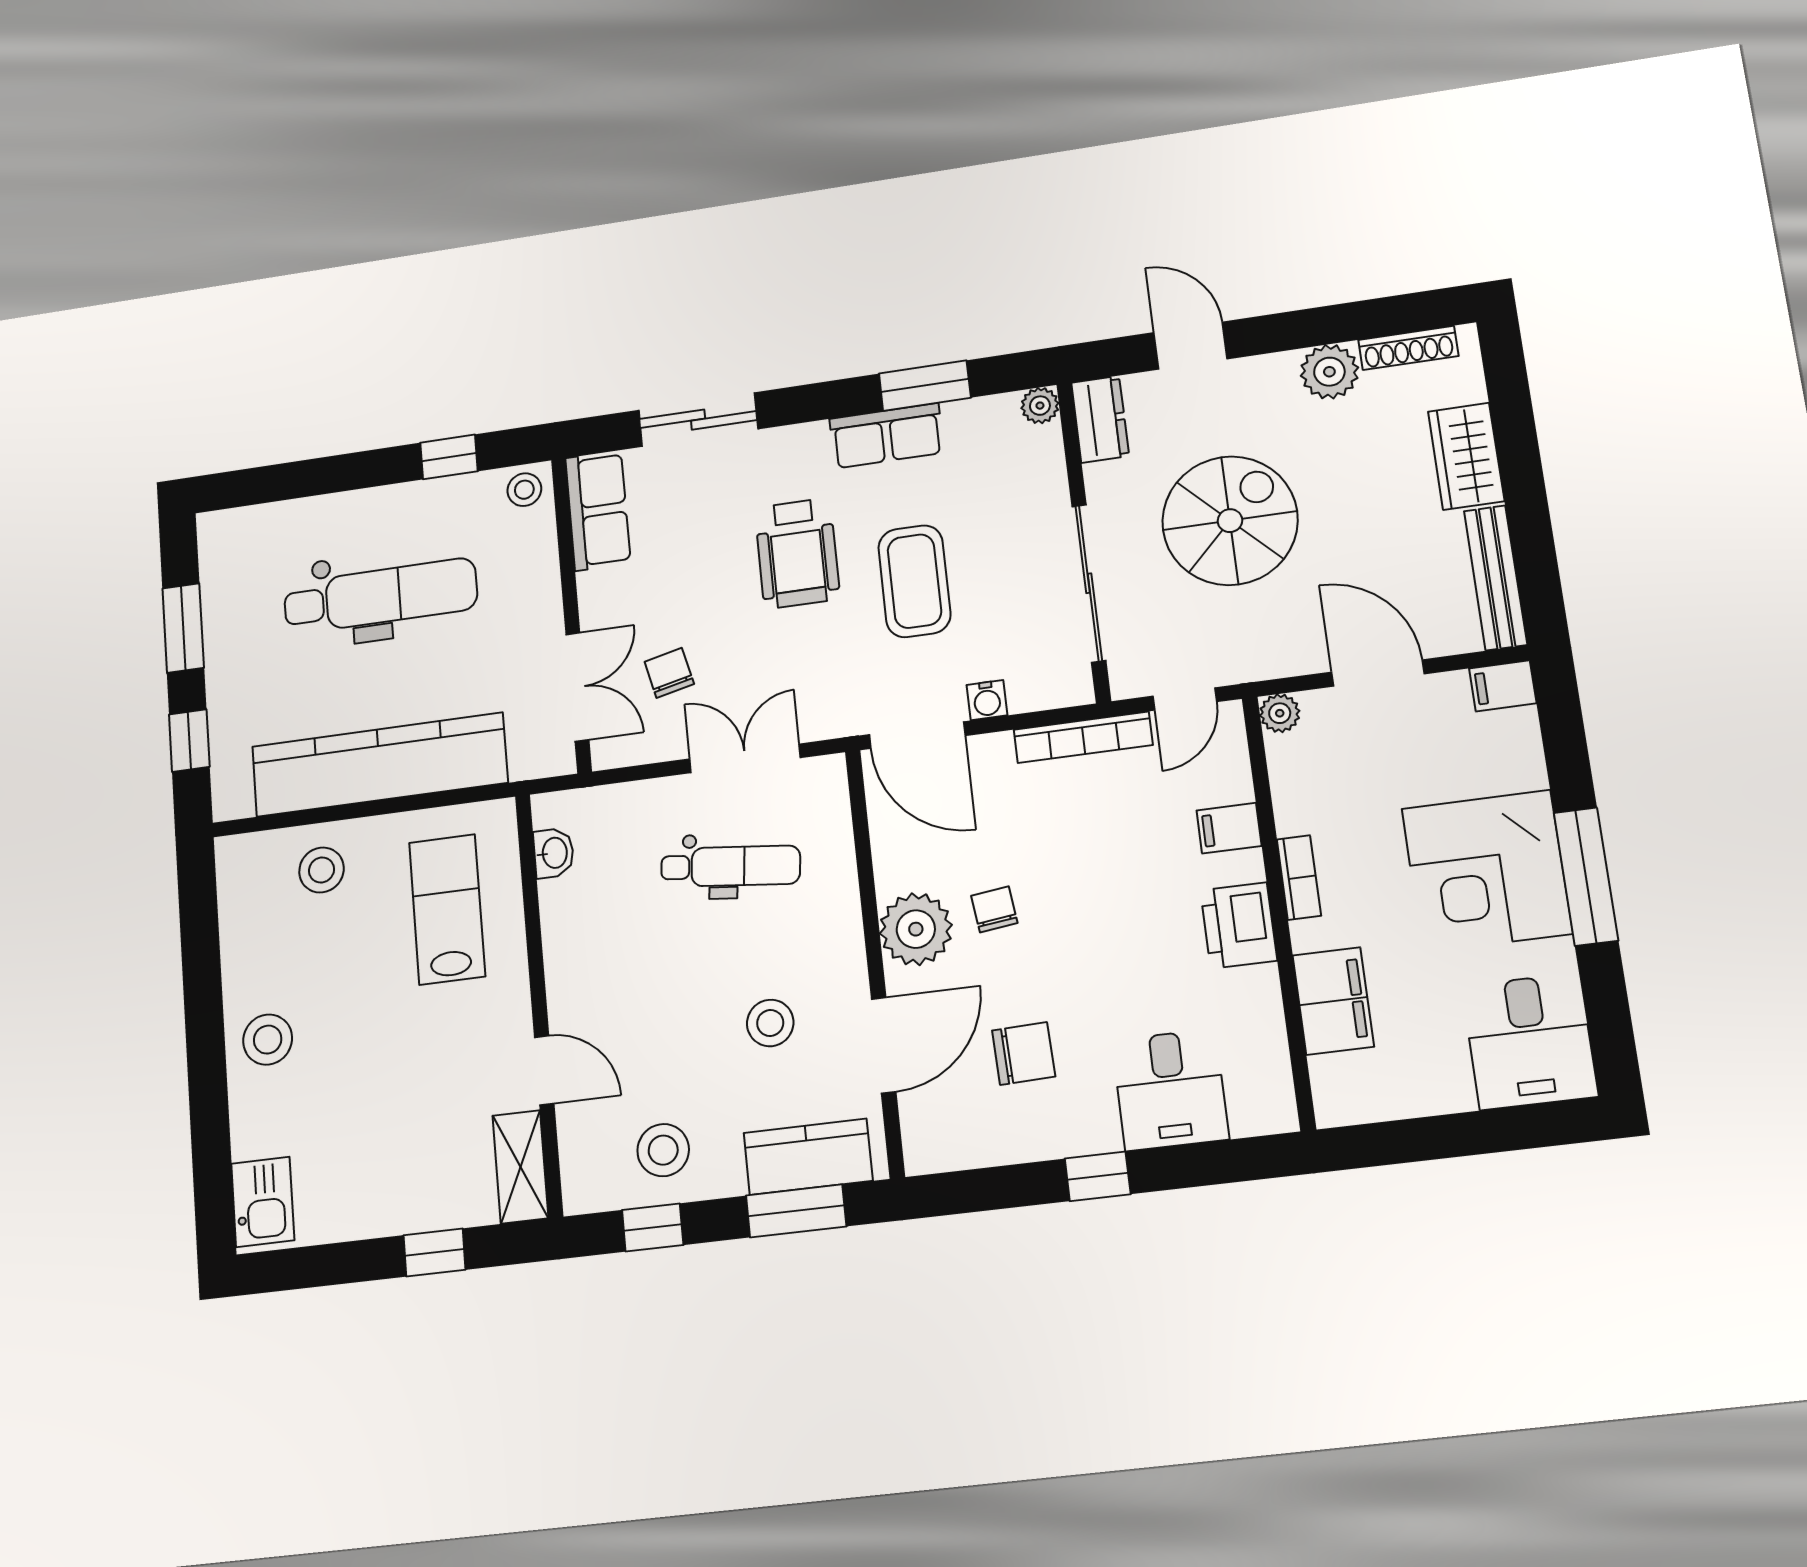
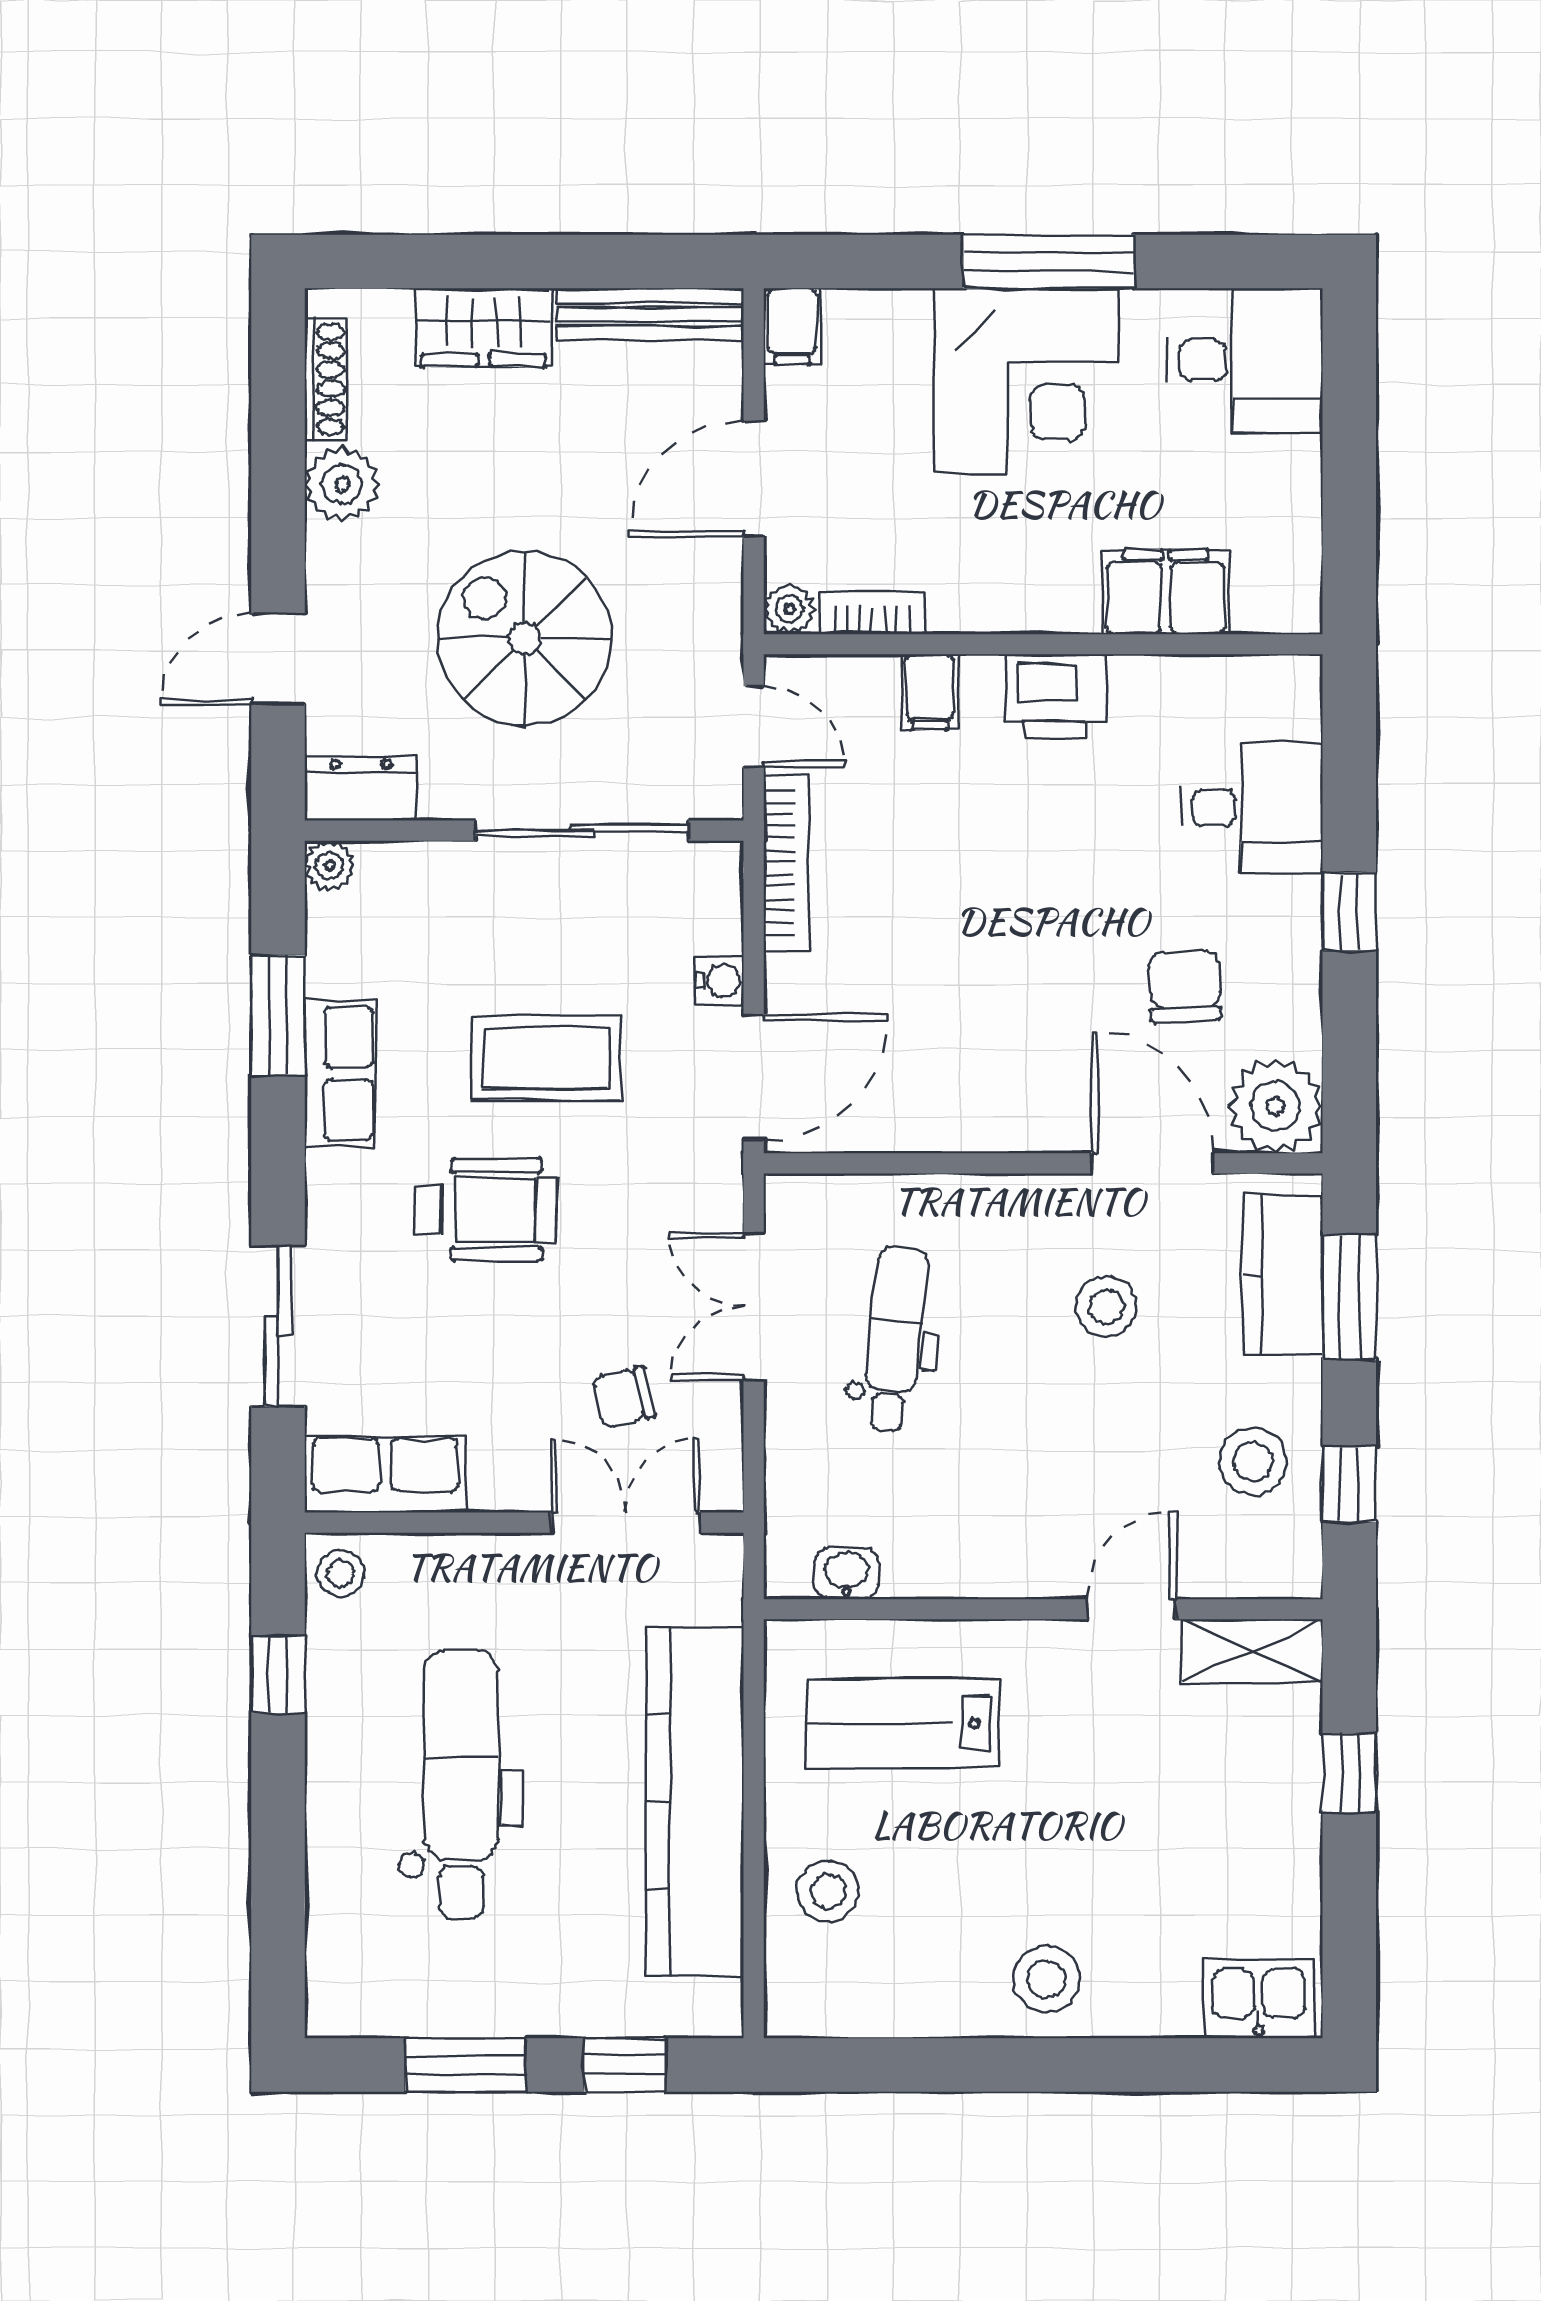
bookcase: (1299, 878) -> (872, 613), moved
chair: (994, 909) -> (996, 1002), removed
plant: (916, 929) -> (1275, 1106), moved

